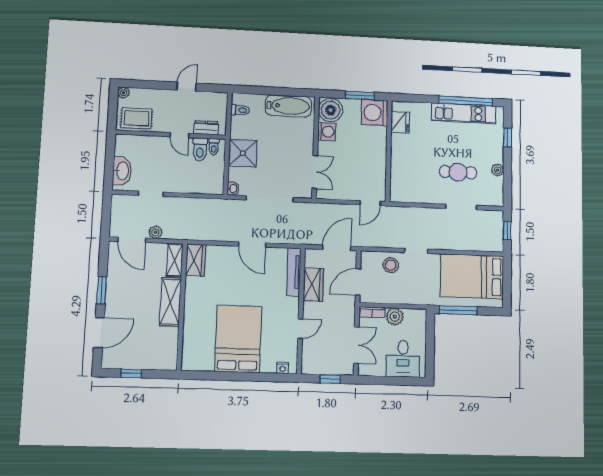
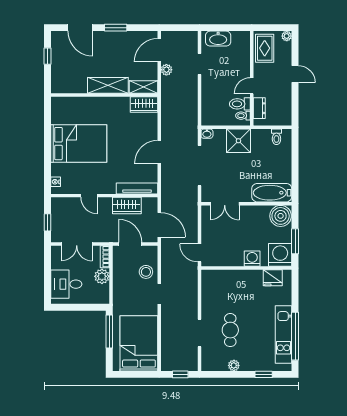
door: (187, 87) -> (295, 74), moved
bathtub: (288, 106) -> (272, 193), moved, turned 90
washing machine: (327, 132) -> (252, 259), moved, turned 180

